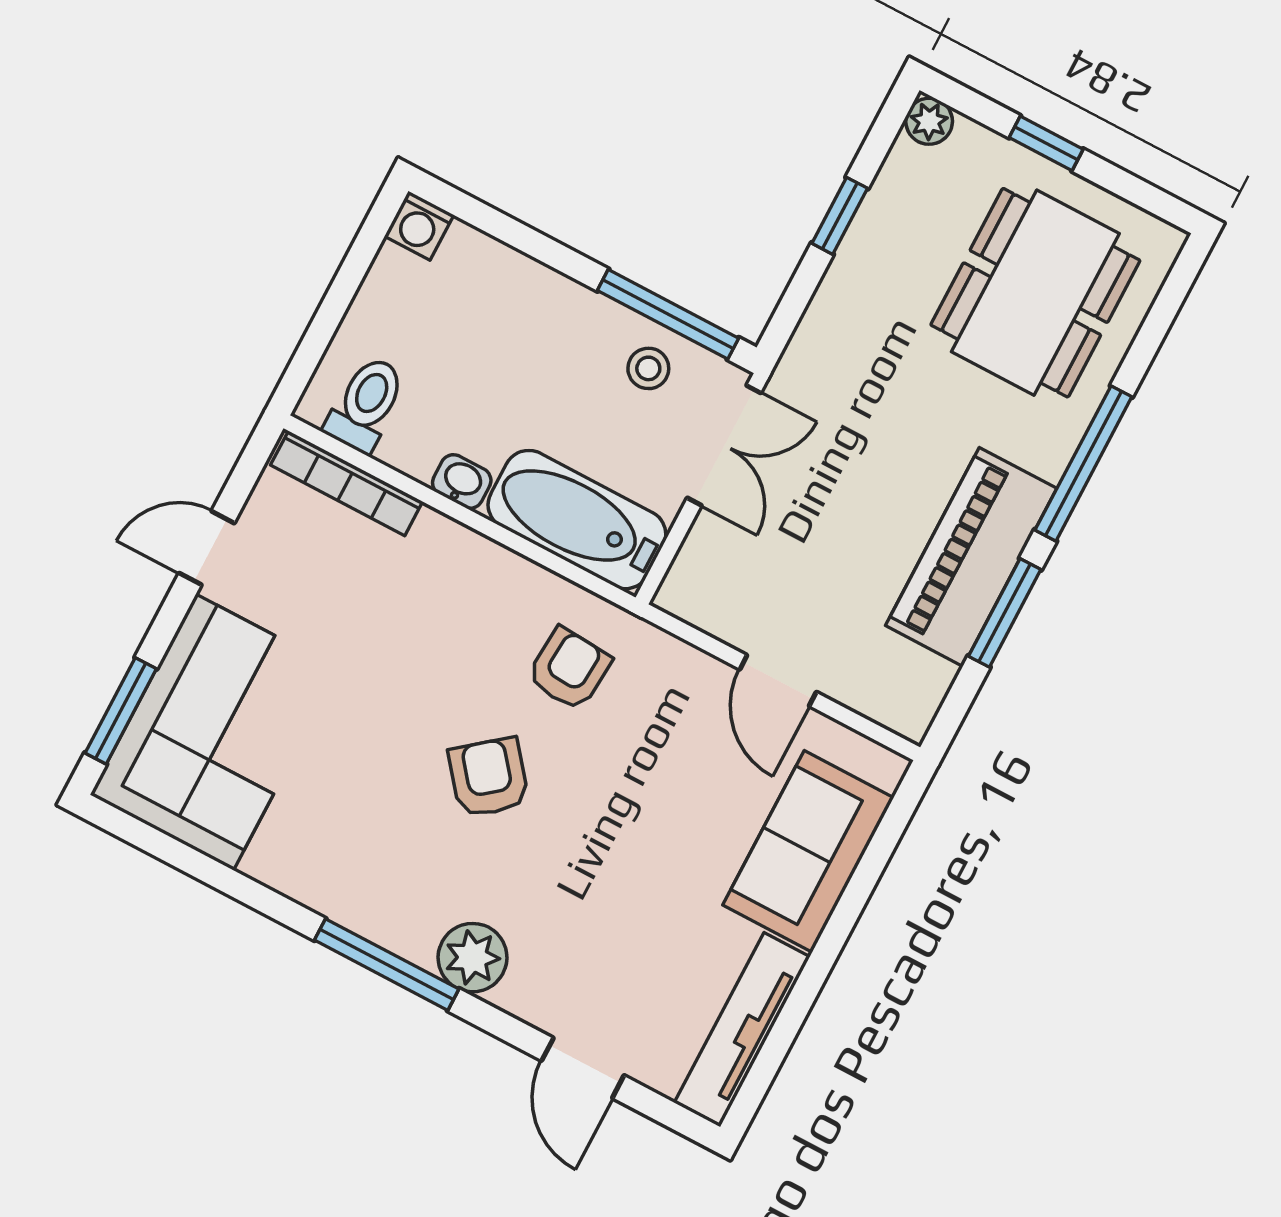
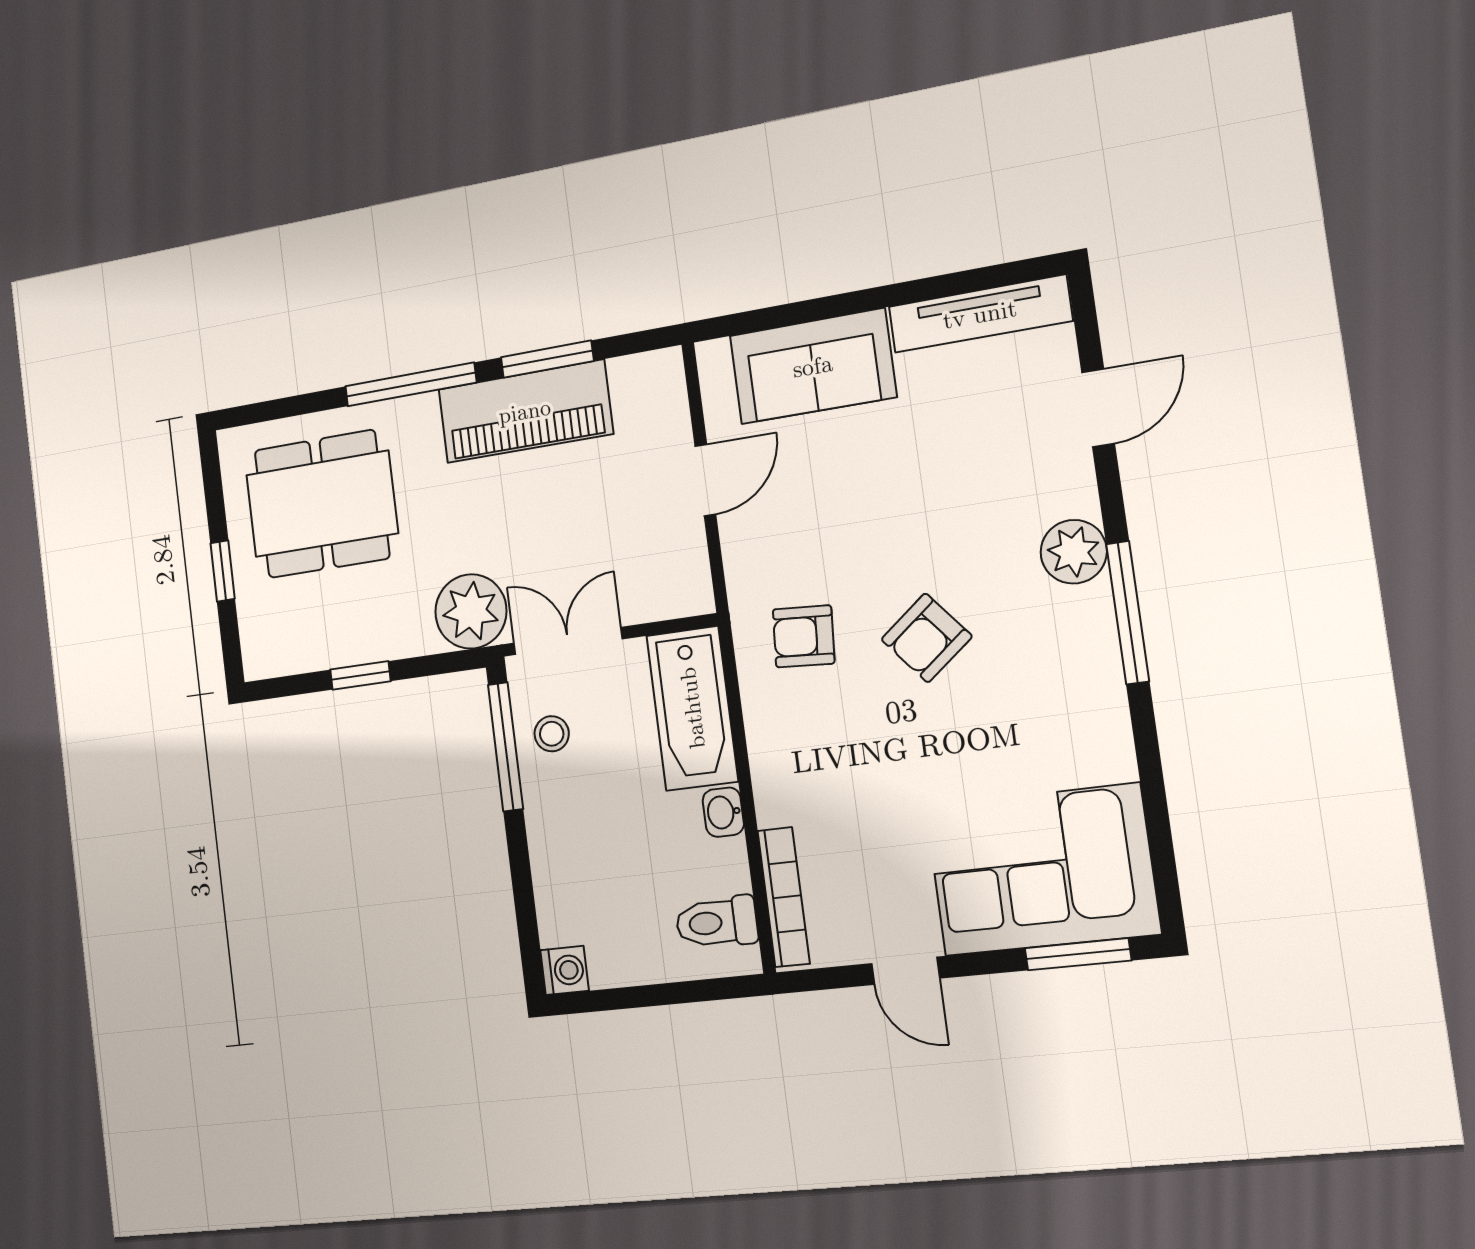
plant: (929, 121) -> (471, 611), moved, width x1.88, depth x1.88

